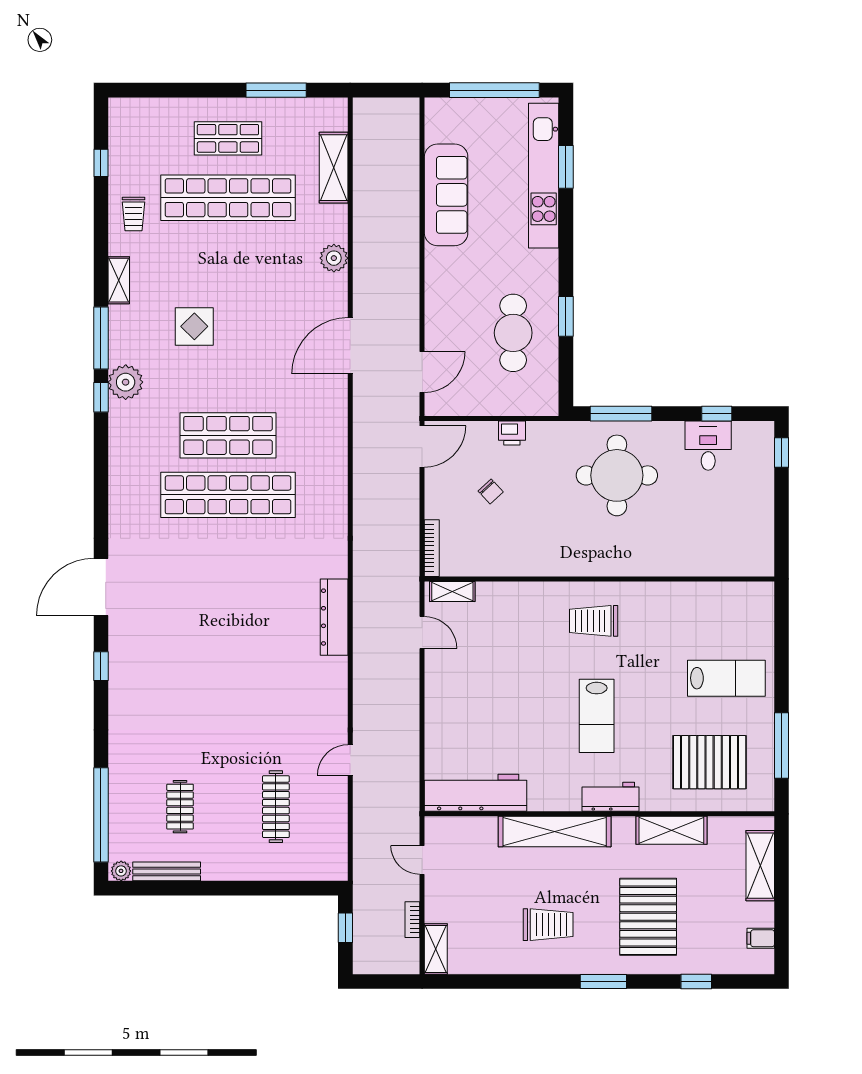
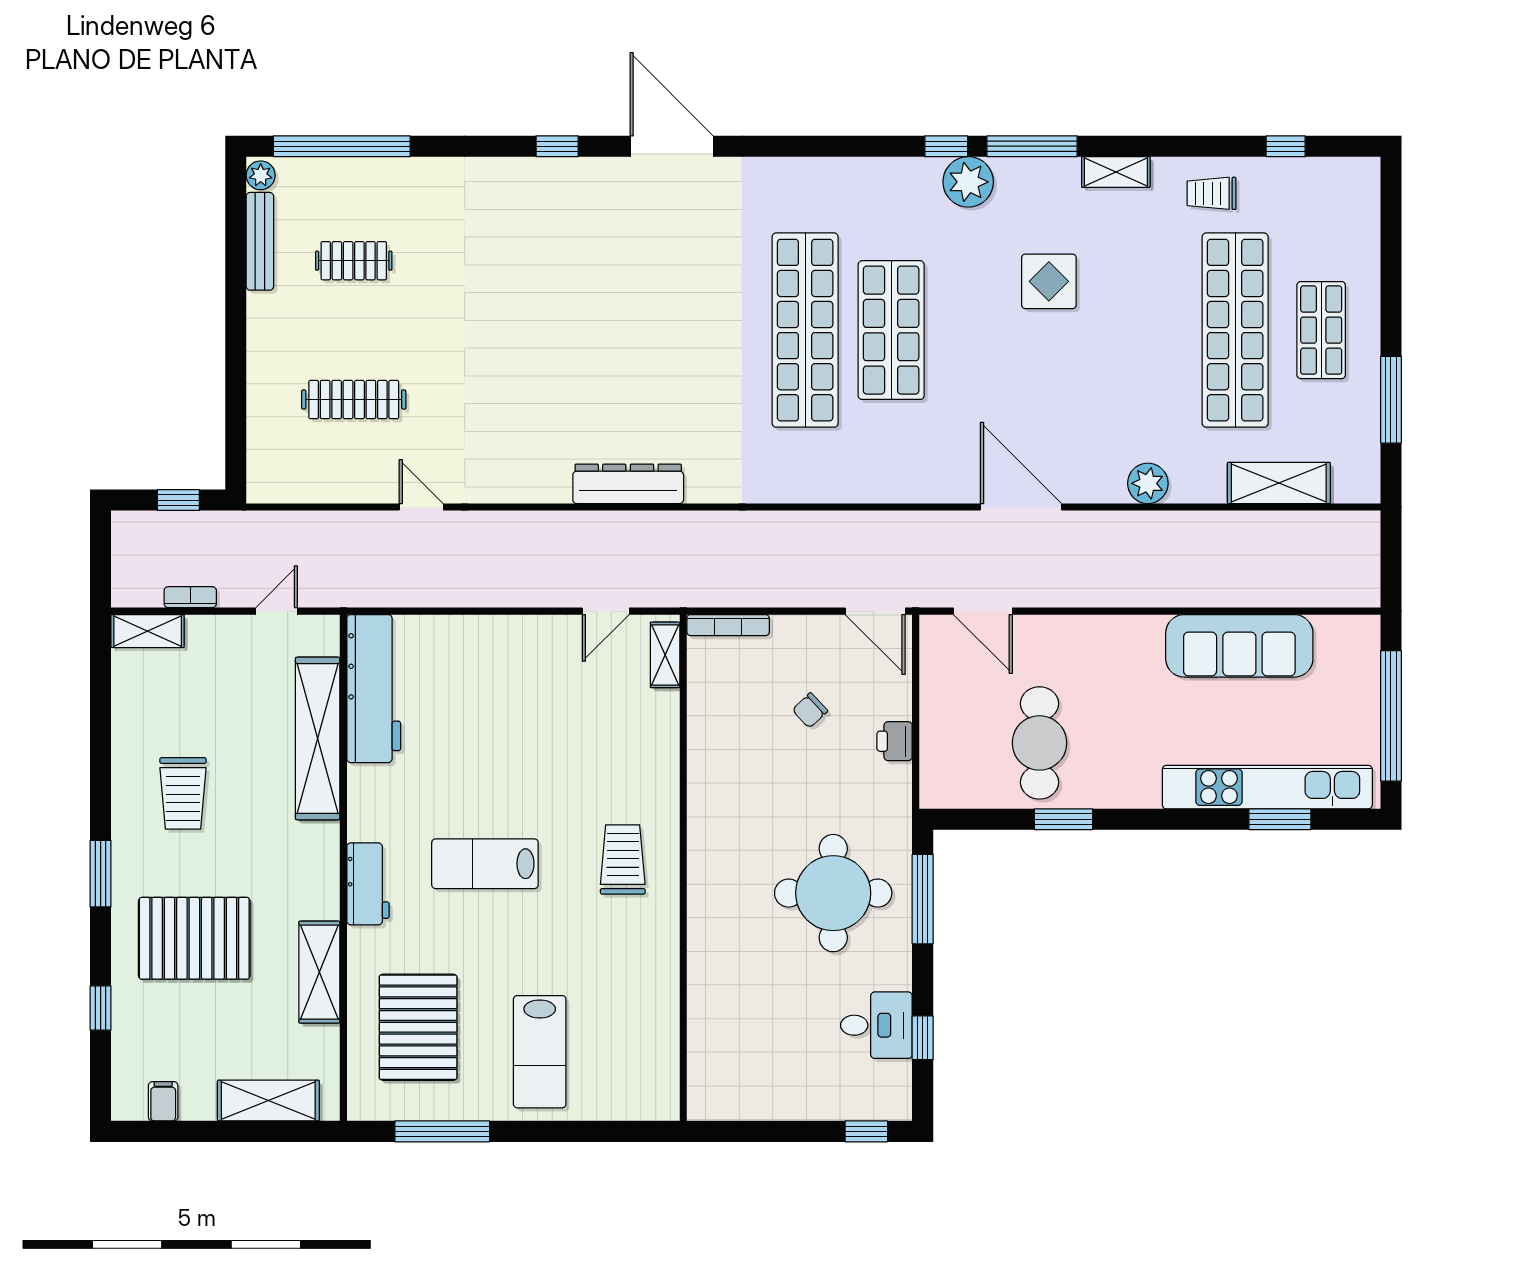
cafe table: (513, 333) -> (1039, 743), turned 90
shelving: (555, 832) -> (318, 738), moved

